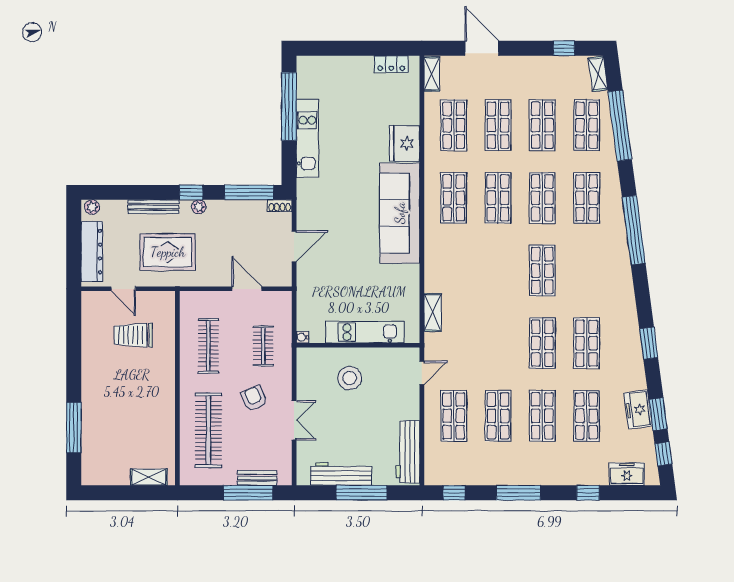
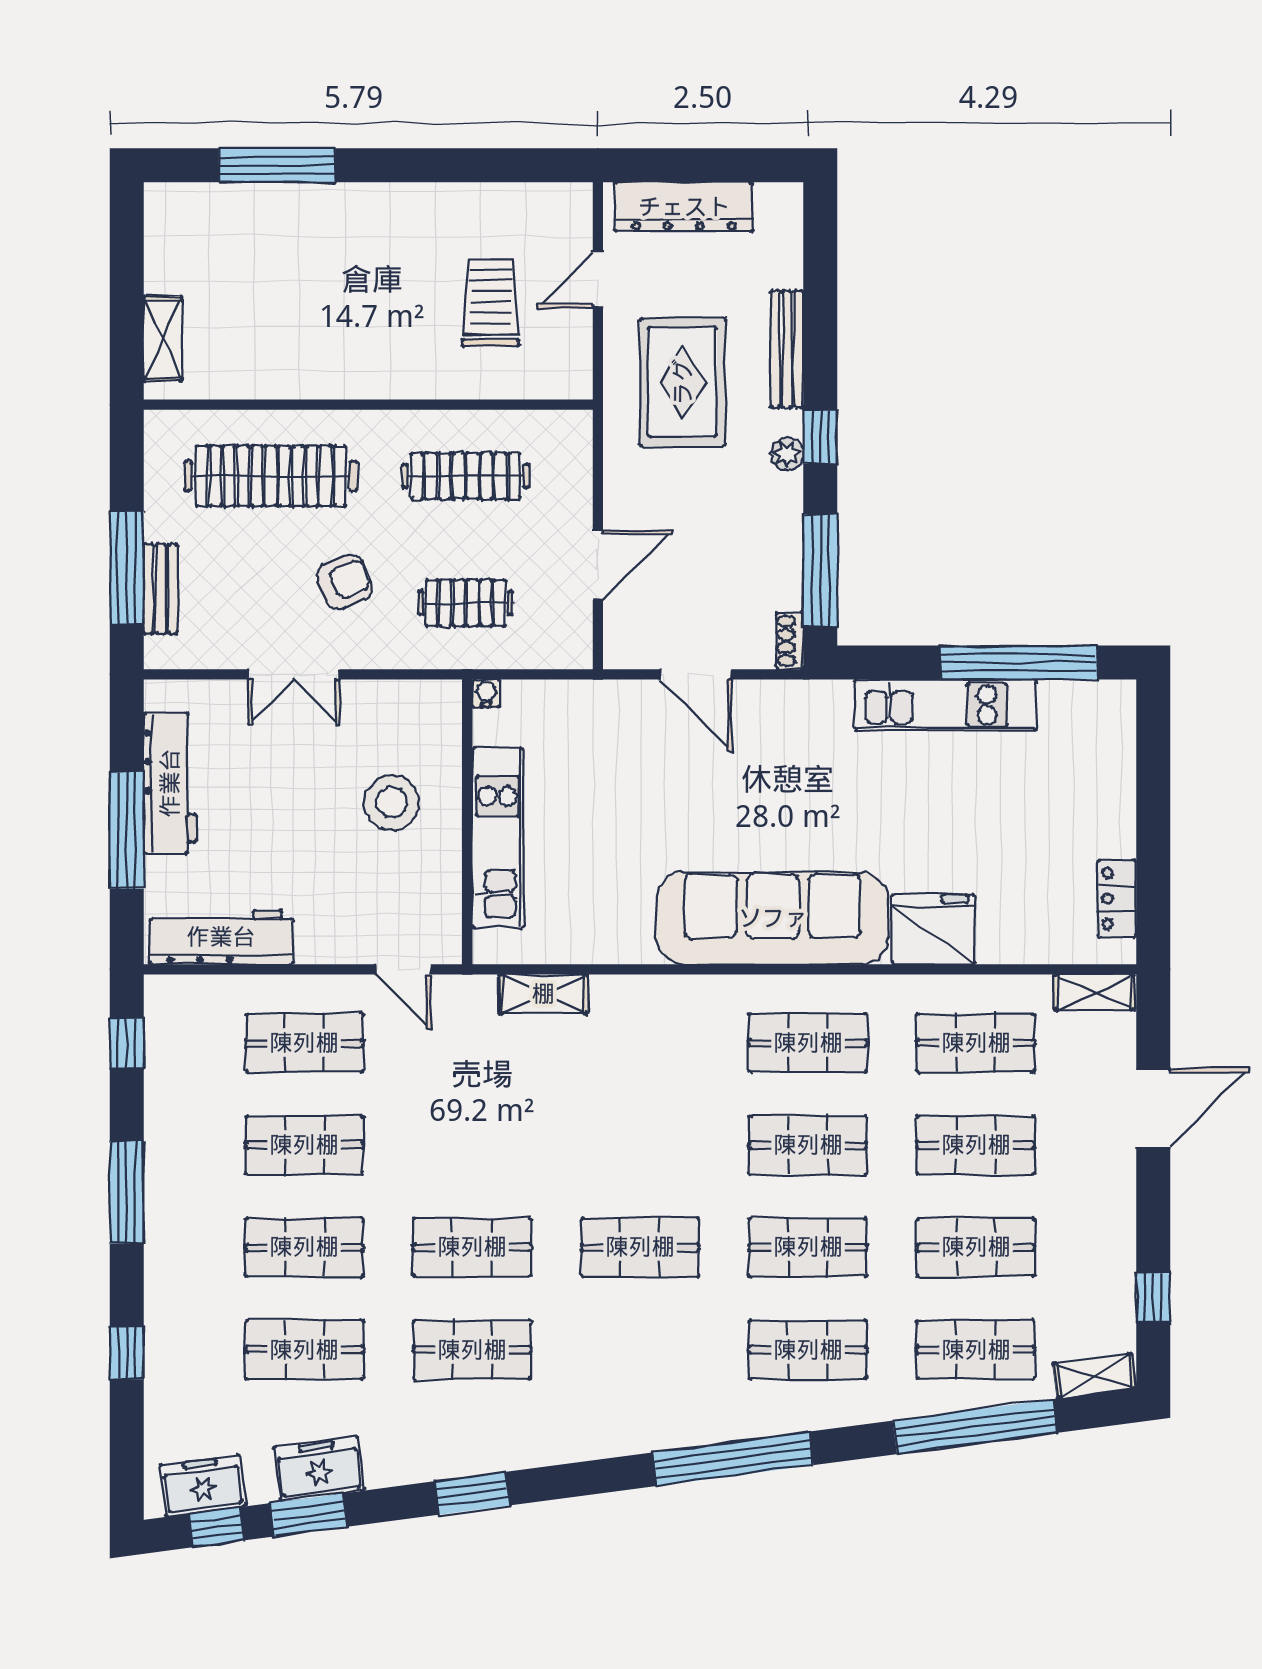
plant: (92, 207) -> (786, 207), removed
freezer: (627, 474) -> (203, 1485), moved, turned -98

